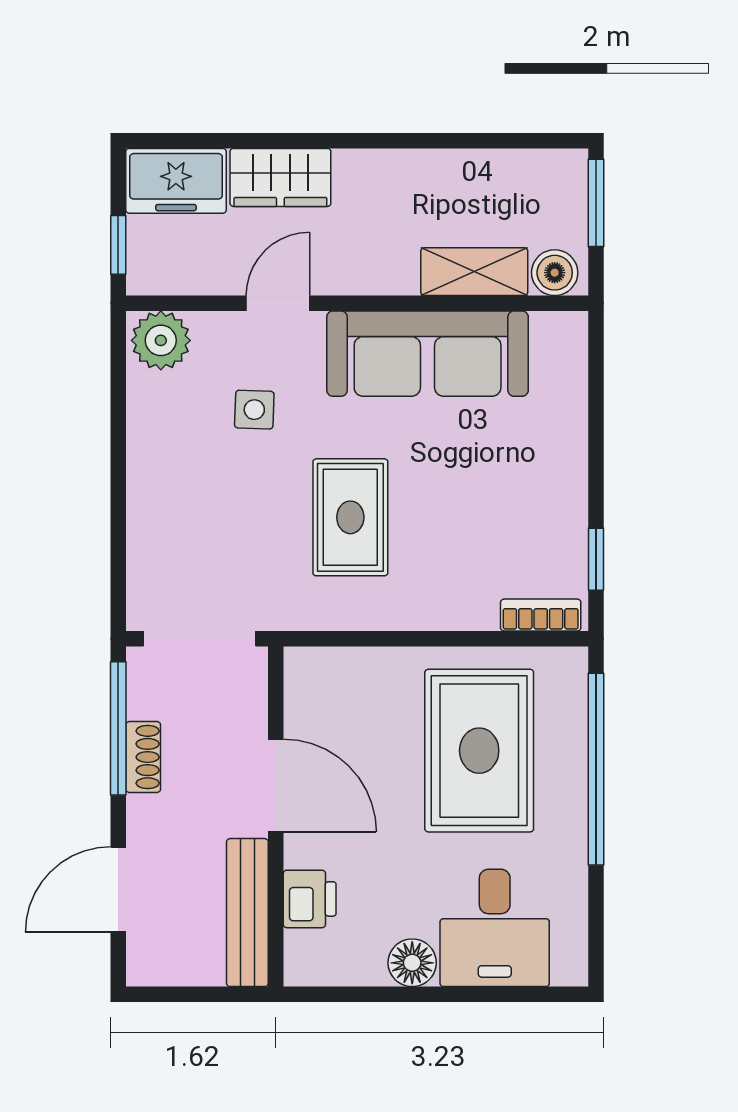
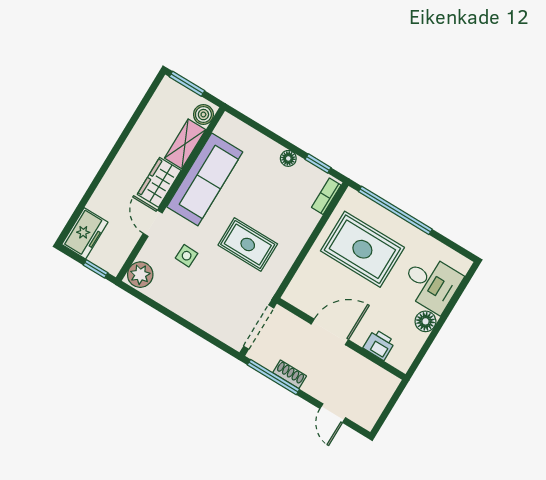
wardrobe: (280, 177) -> (159, 182), moved, turned 180
floor lamp: (570, 494) -> (288, 158), added
door: (118, 890) -> (333, 413), width x0.73
bench: (247, 913) -> (370, 371), removed

